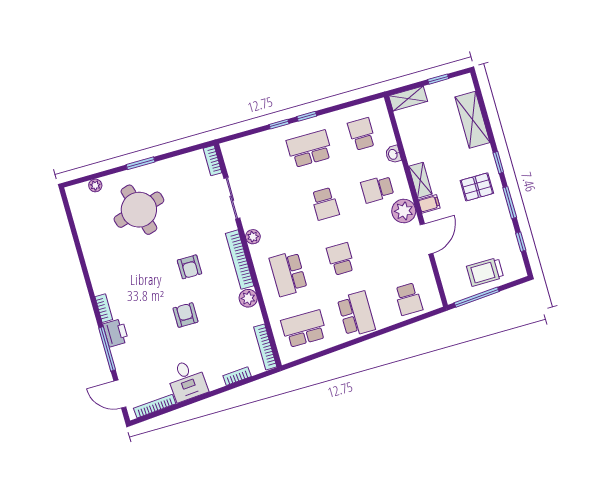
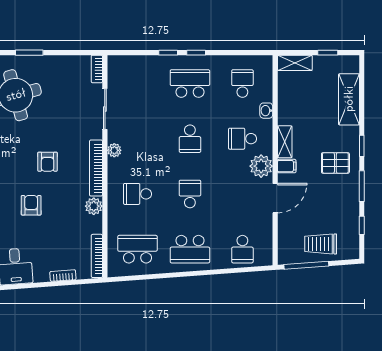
school desk: (288, 274) -> (137, 194), width x0.54
school desk: (356, 314) -> (190, 249), turned 90

